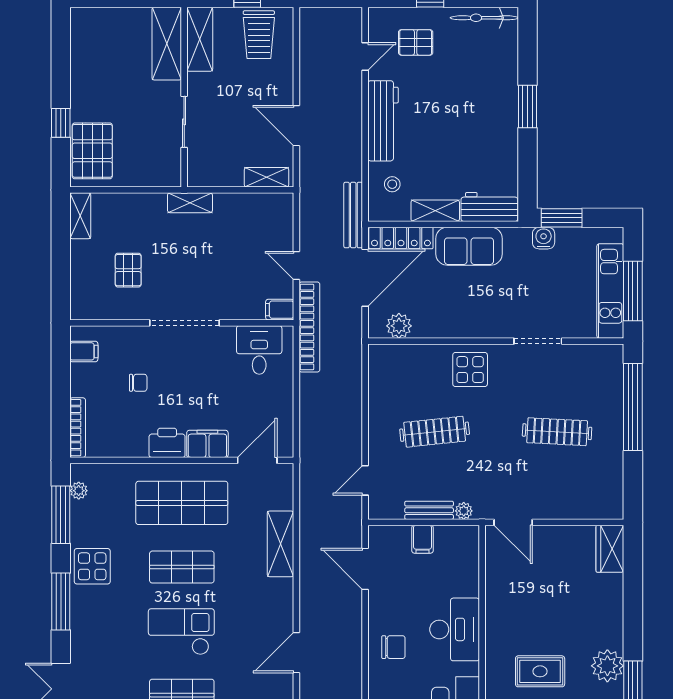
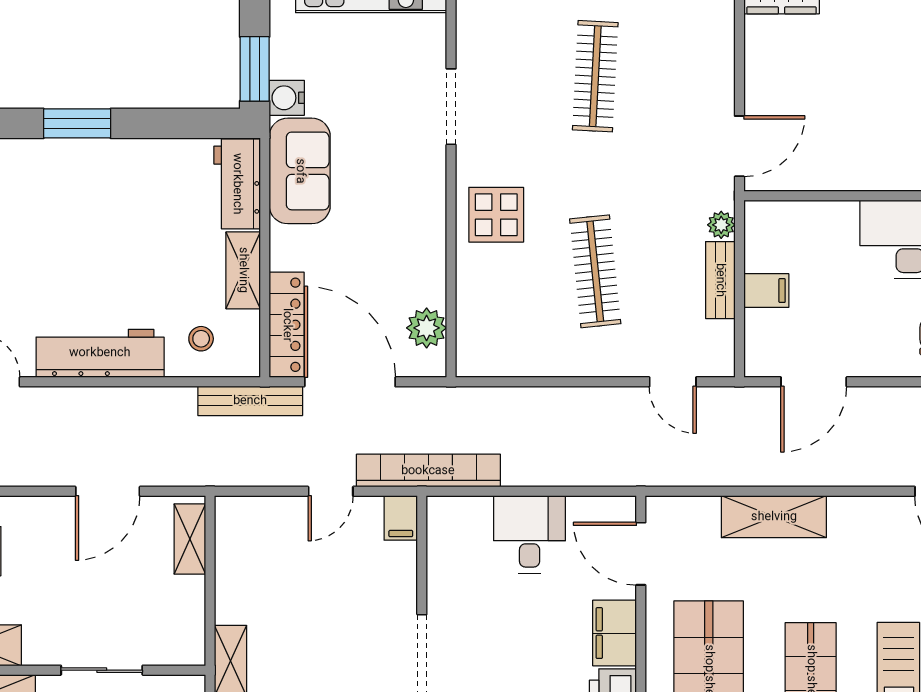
sofa: (469, 246) -> (300, 171), moved
desk: (259, 350) -> (530, 534), moved, turned 90

